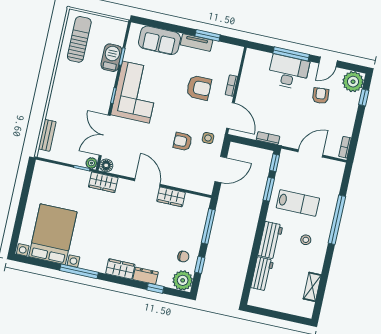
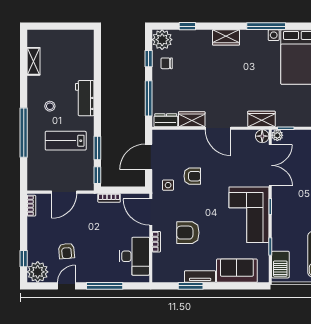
barbecue: (111, 58) -> (280, 265), moved
desk: (288, 72) -> (134, 256), moved, turned -90
workbench: (262, 274) -> (86, 63), removed
dresser: (146, 276) -> (166, 120), moved, turned 180

